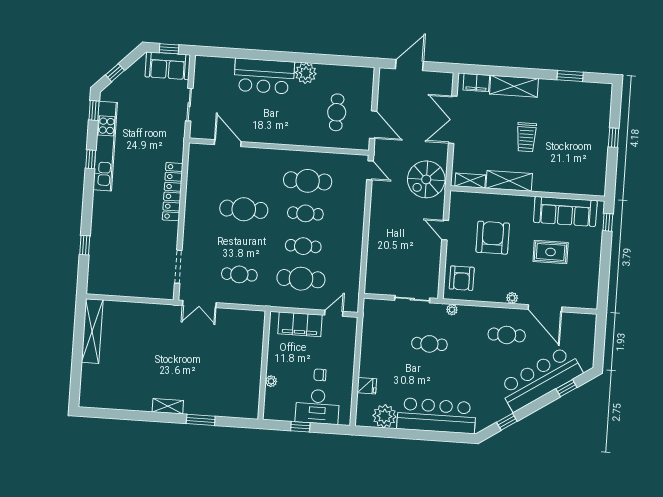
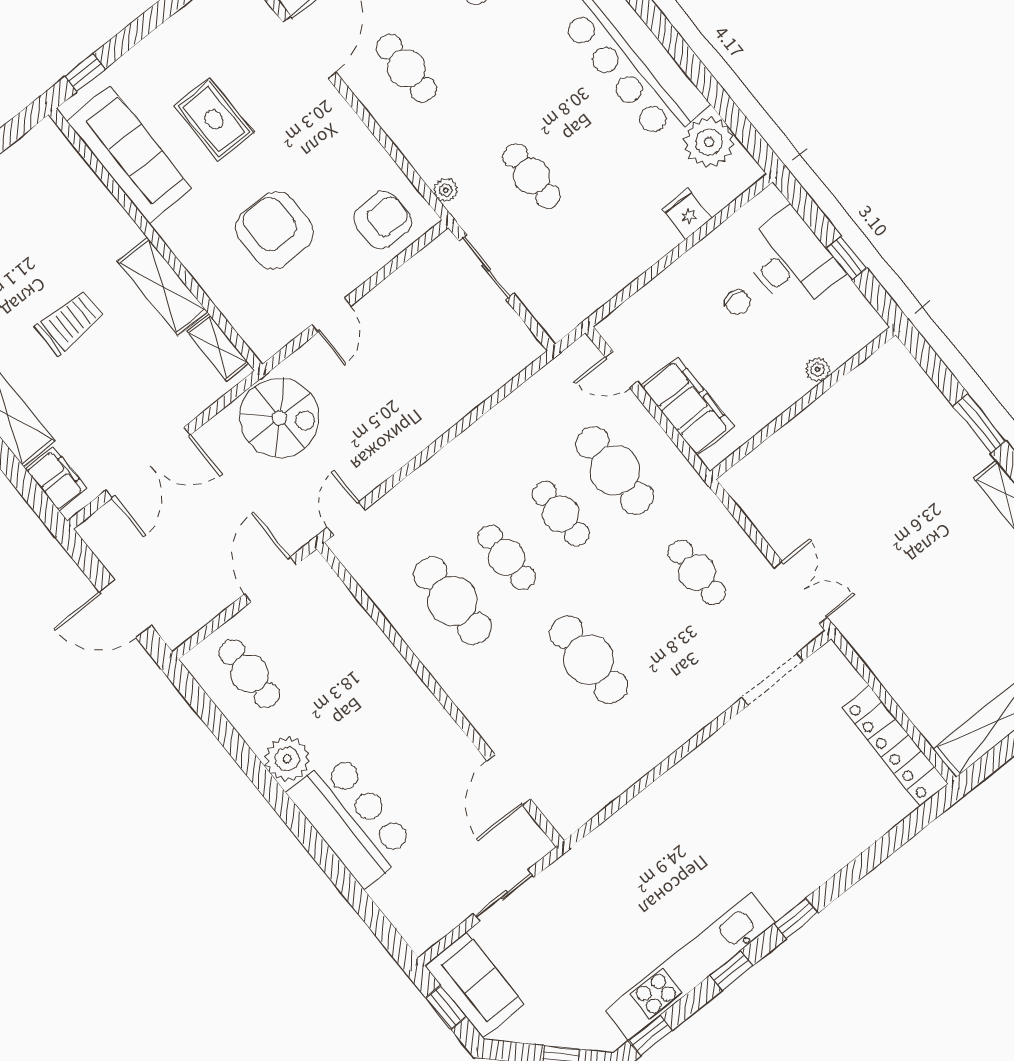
cafe table: (337, 112) -> (250, 674), moved, turned 90
locker: (173, 192) -> (895, 746), moved, turned 90
armchair: (493, 238) -> (275, 230), turned 90
window: (85, 245) -> (796, 918), moved
plant: (512, 298) -> (341, 113), removed

